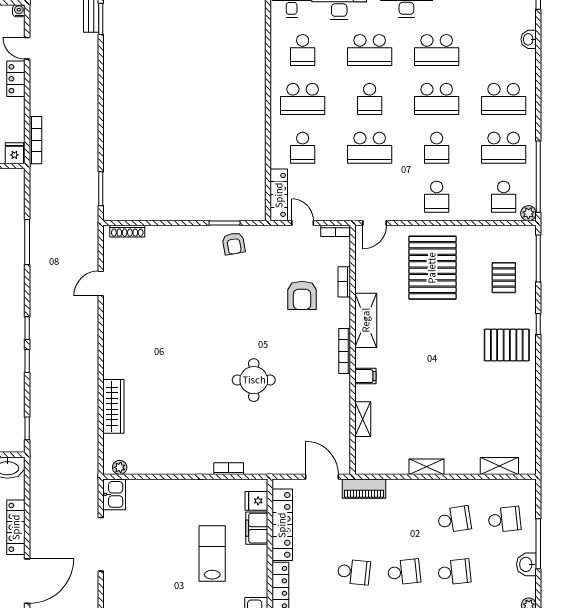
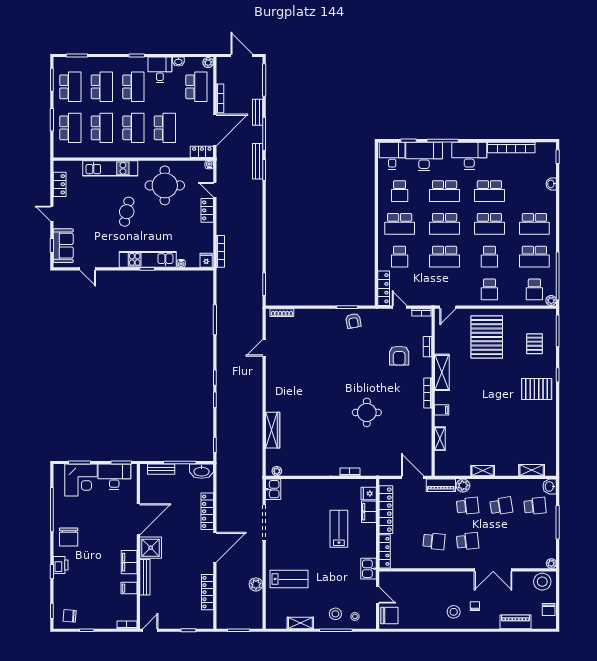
school desk: (370, 99) -> (445, 224), width x1.85
plant: (397, 489) -> (463, 485), added
washbasin: (526, 564) -> (550, 486), moved
school desk: (454, 572) -> (468, 506), moved

